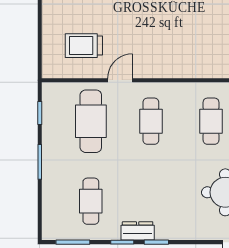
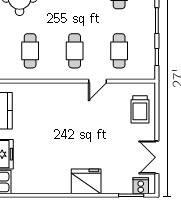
trolley: (84, 46) -> (140, 109), moved, turned 90
cafe table: (91, 121) -> (119, 51), width x0.73, depth x0.74

